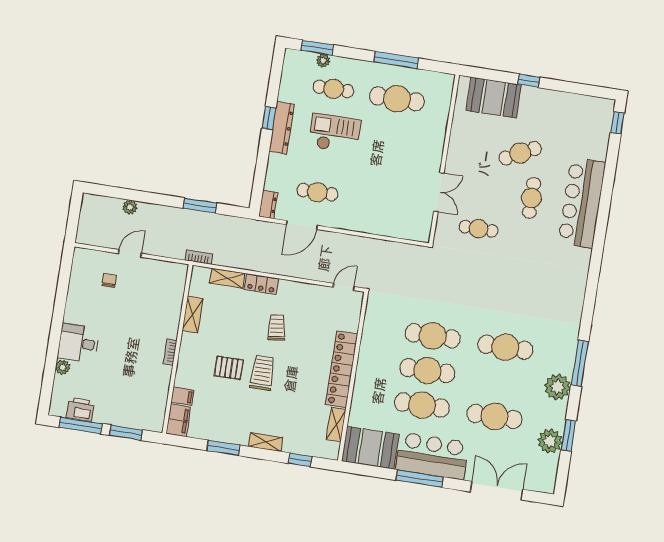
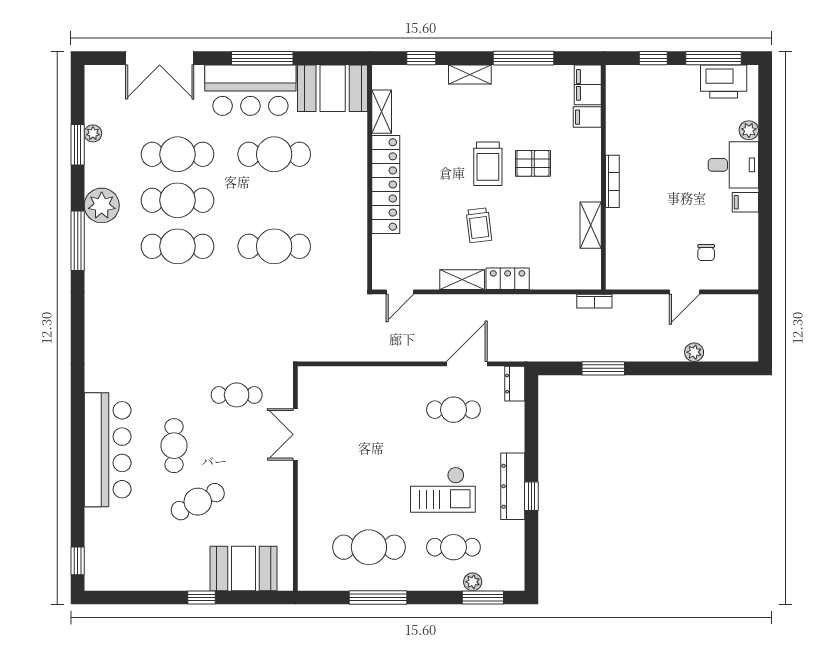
shelving: (227, 278) -> (462, 280), moved
filing cabinet: (74, 314) -> (745, 202), added
bookcase: (170, 352) -> (612, 181), width x1.56
cafe table: (427, 370) -> (177, 200), moved
printer: (80, 410) -> (724, 81), width x1.37, depth x1.19
window: (126, 433) -> (653, 58), width x0.67
plant: (550, 441) -> (93, 133), width x0.53, depth x0.53
window: (223, 448) -> (523, 58), width x1.44

